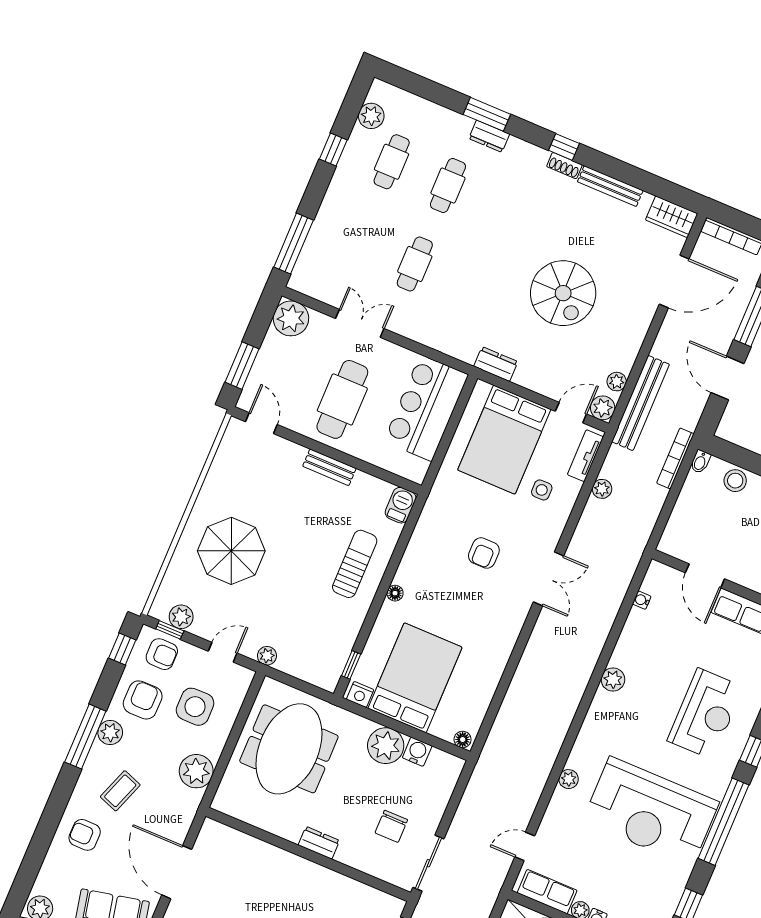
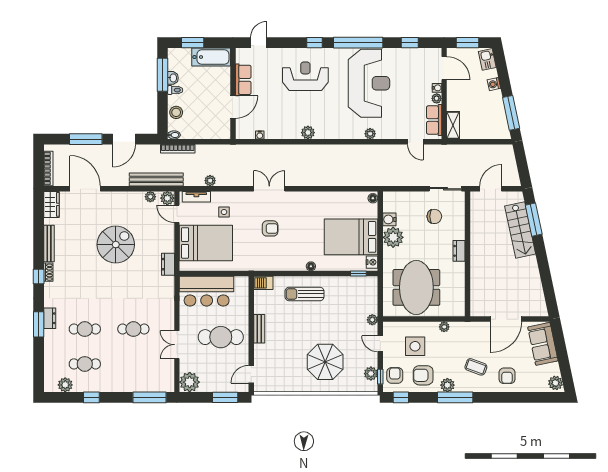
meeting table: (289, 749) -> (416, 287), turned 90
plant: (196, 771) -> (444, 327), width x0.53, depth x0.53

